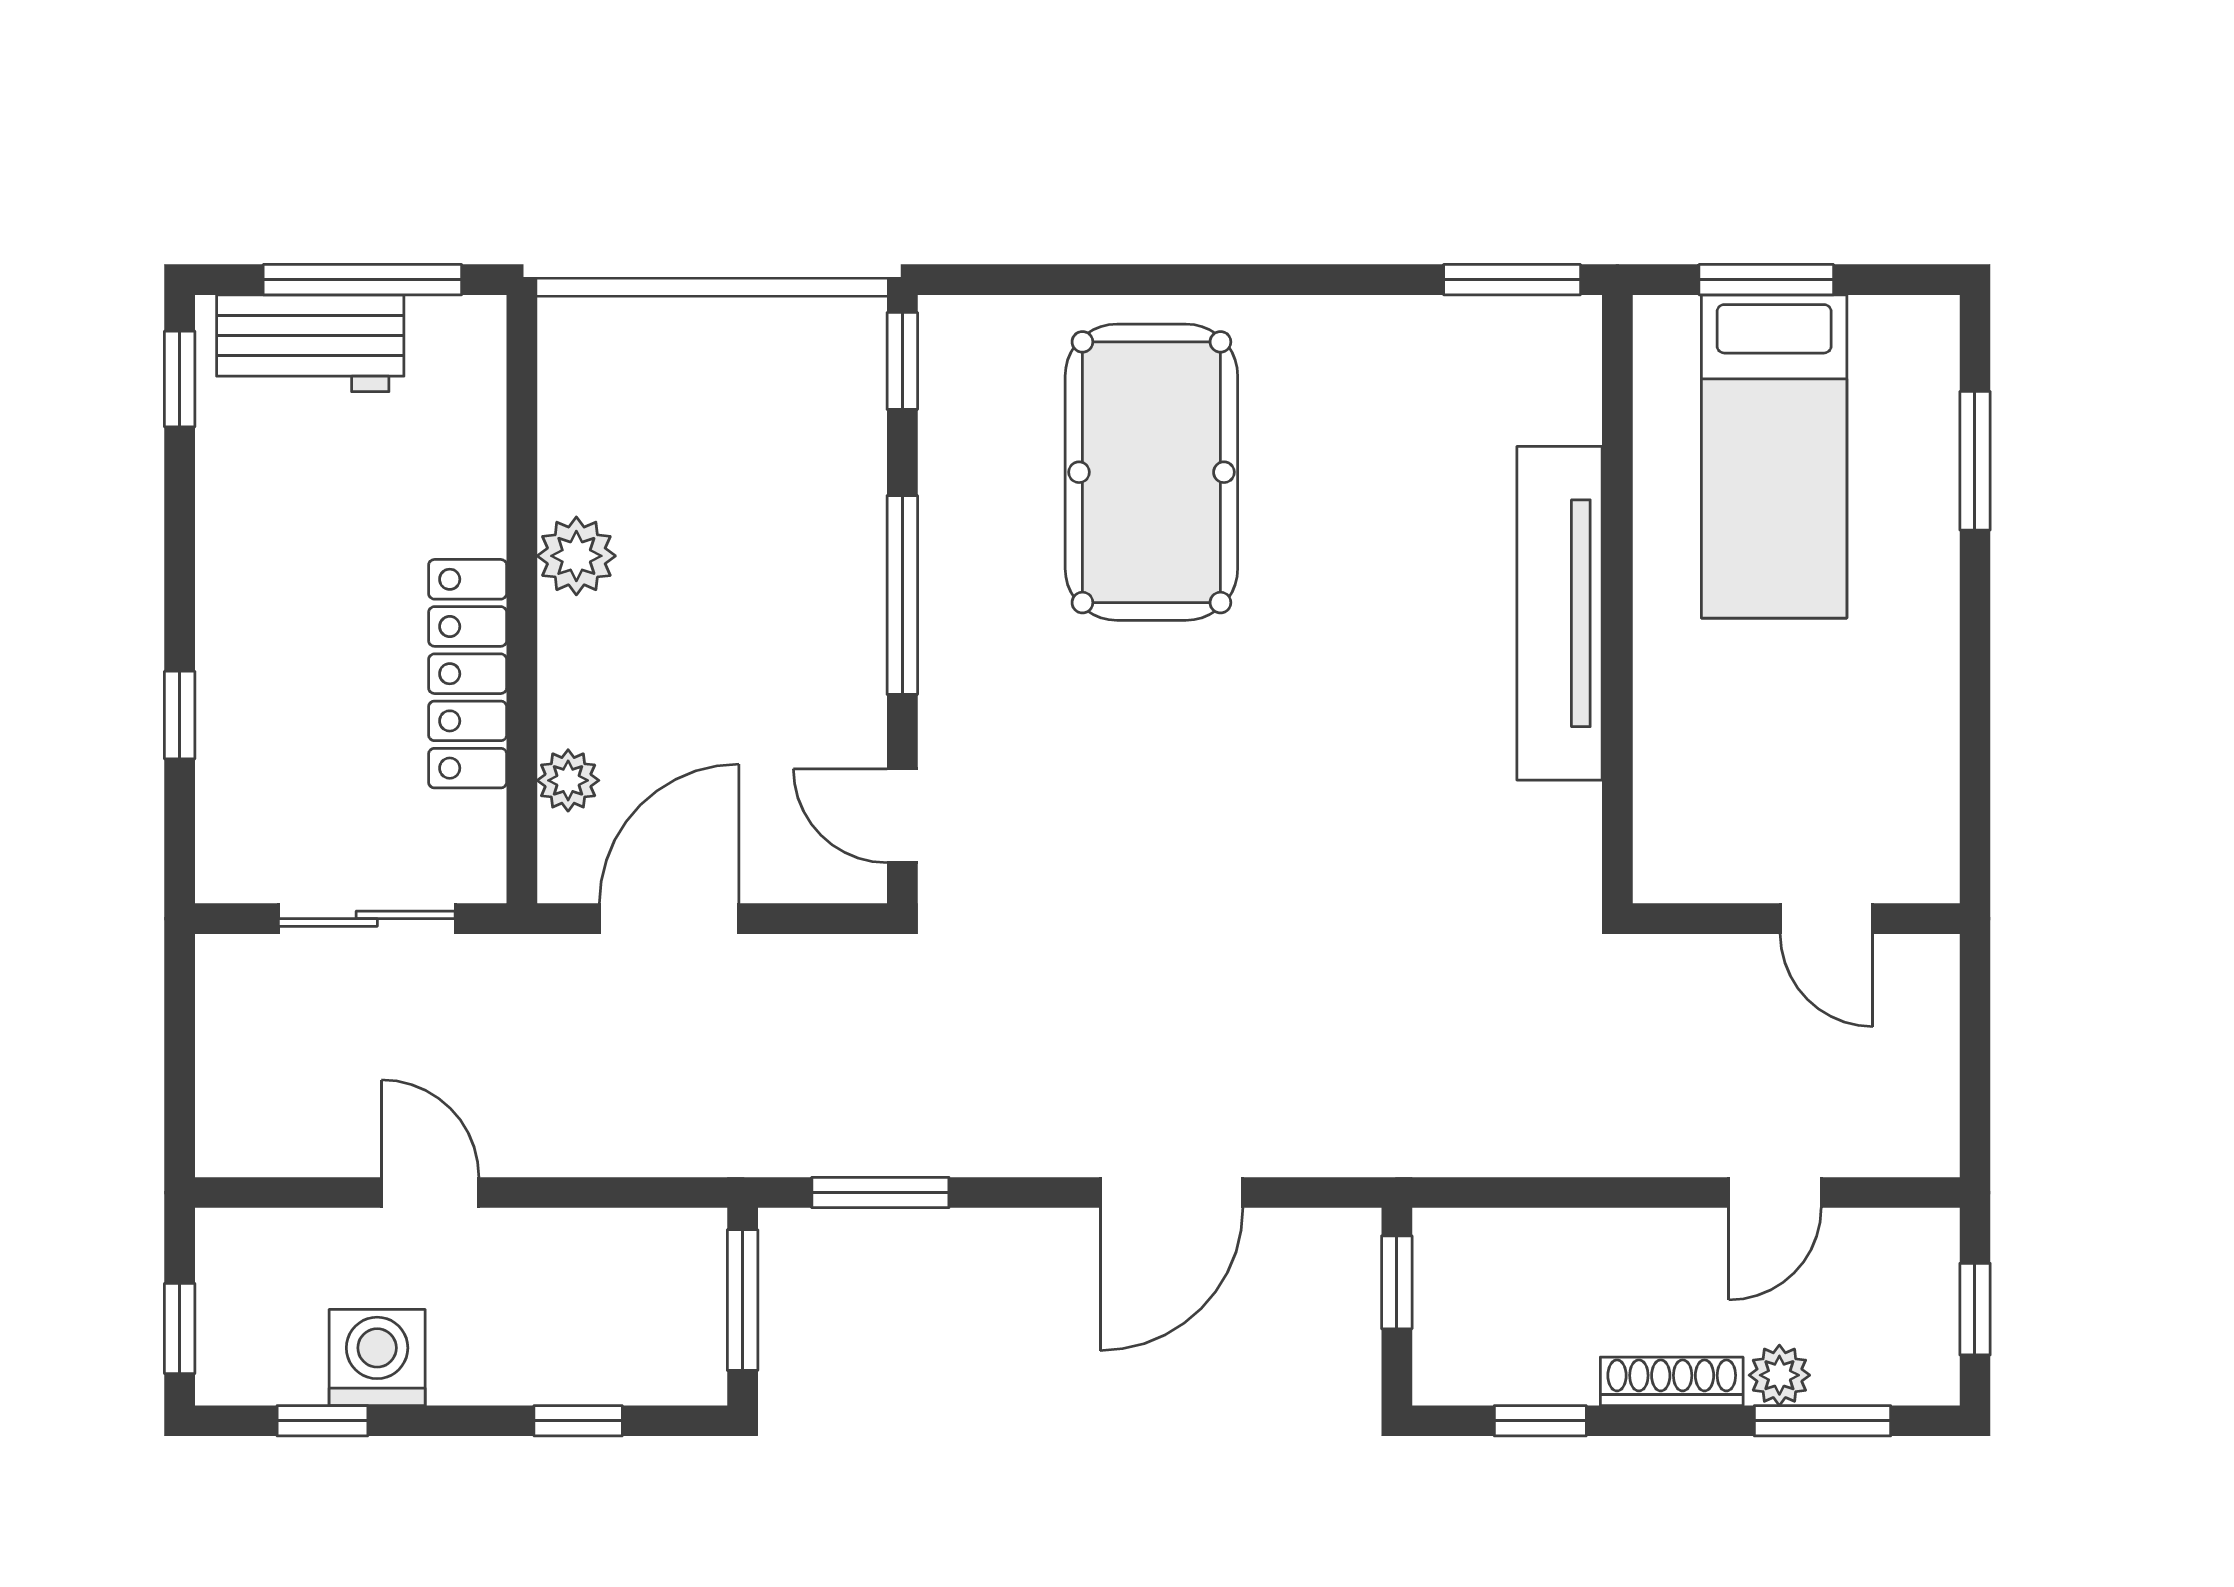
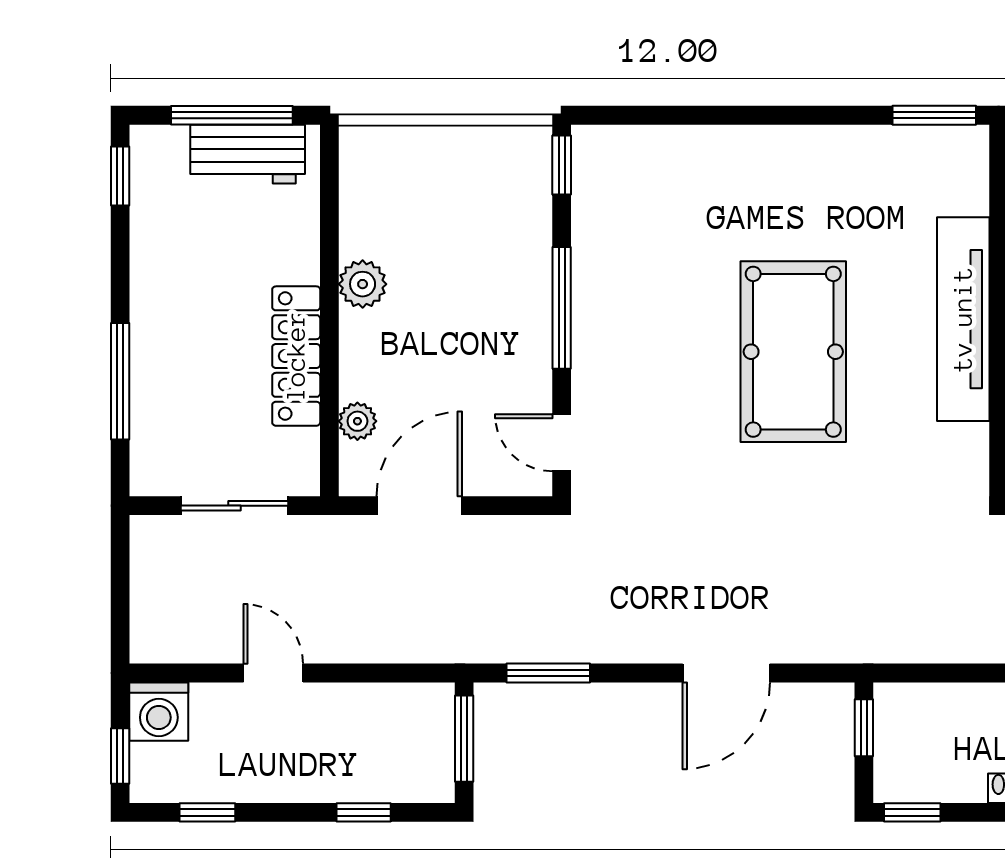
workbench: (310, 343) -> (248, 154), moved
pool table: (1151, 472) -> (793, 352), moved
window: (180, 715) -> (120, 381), width x2.17
washing machine: (377, 1357) -> (159, 712), moved, turned 180
window: (1540, 1421) -> (912, 812), moved

